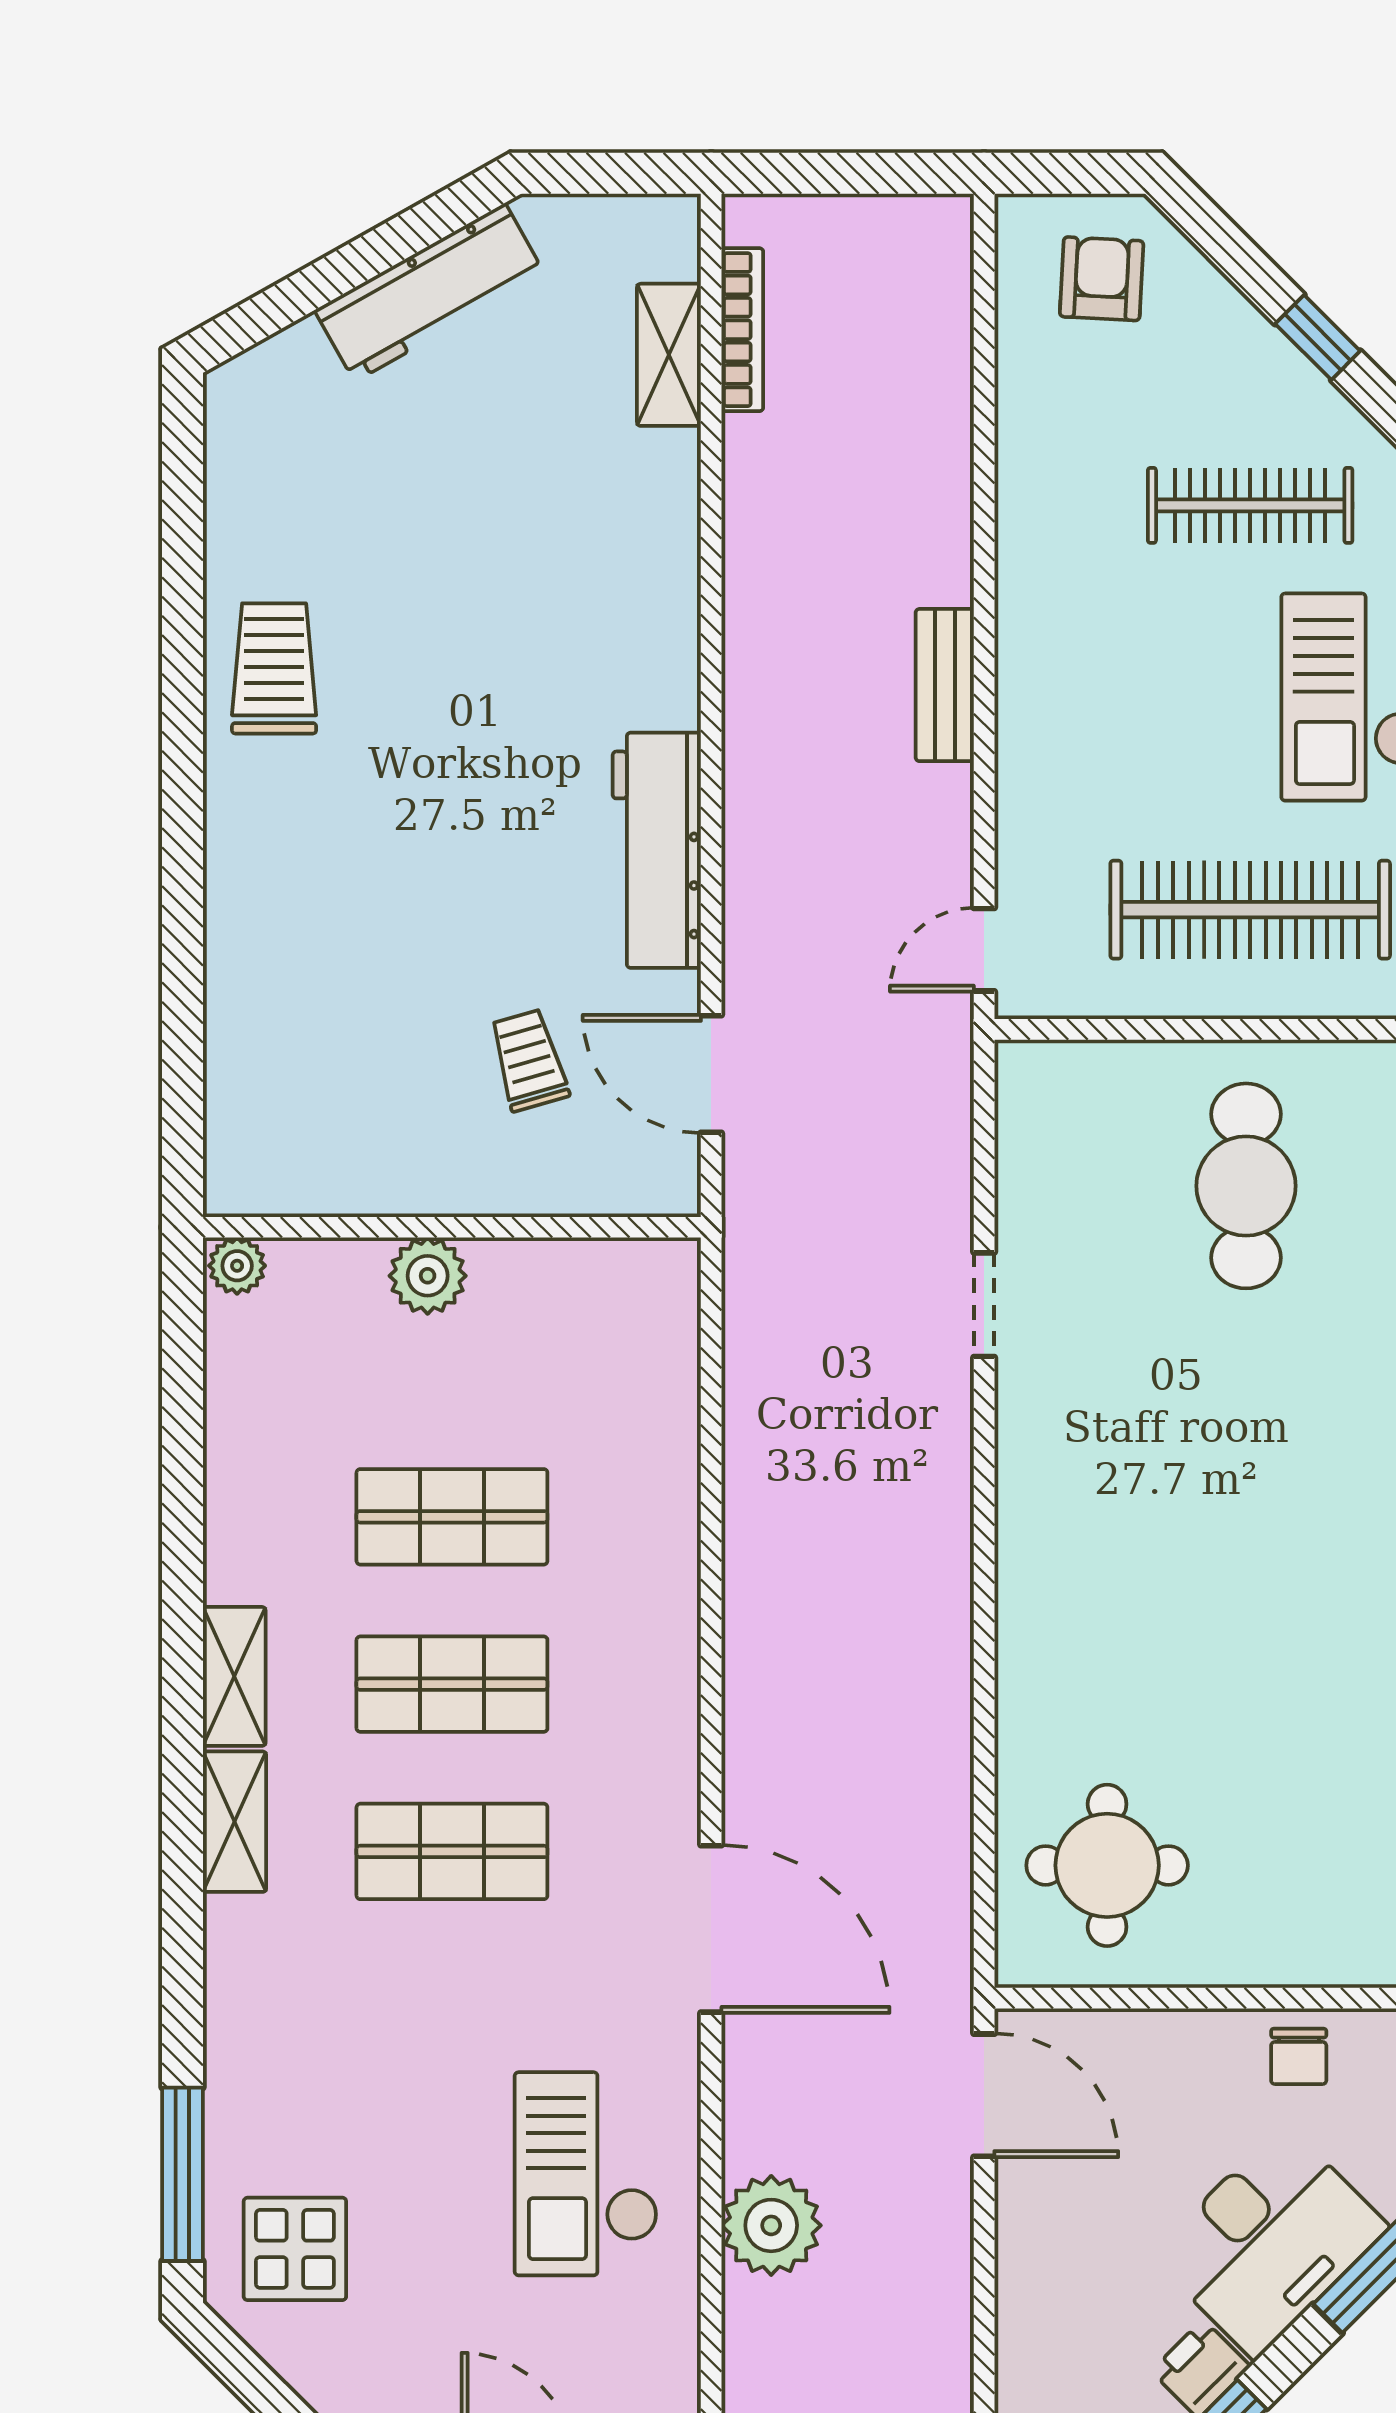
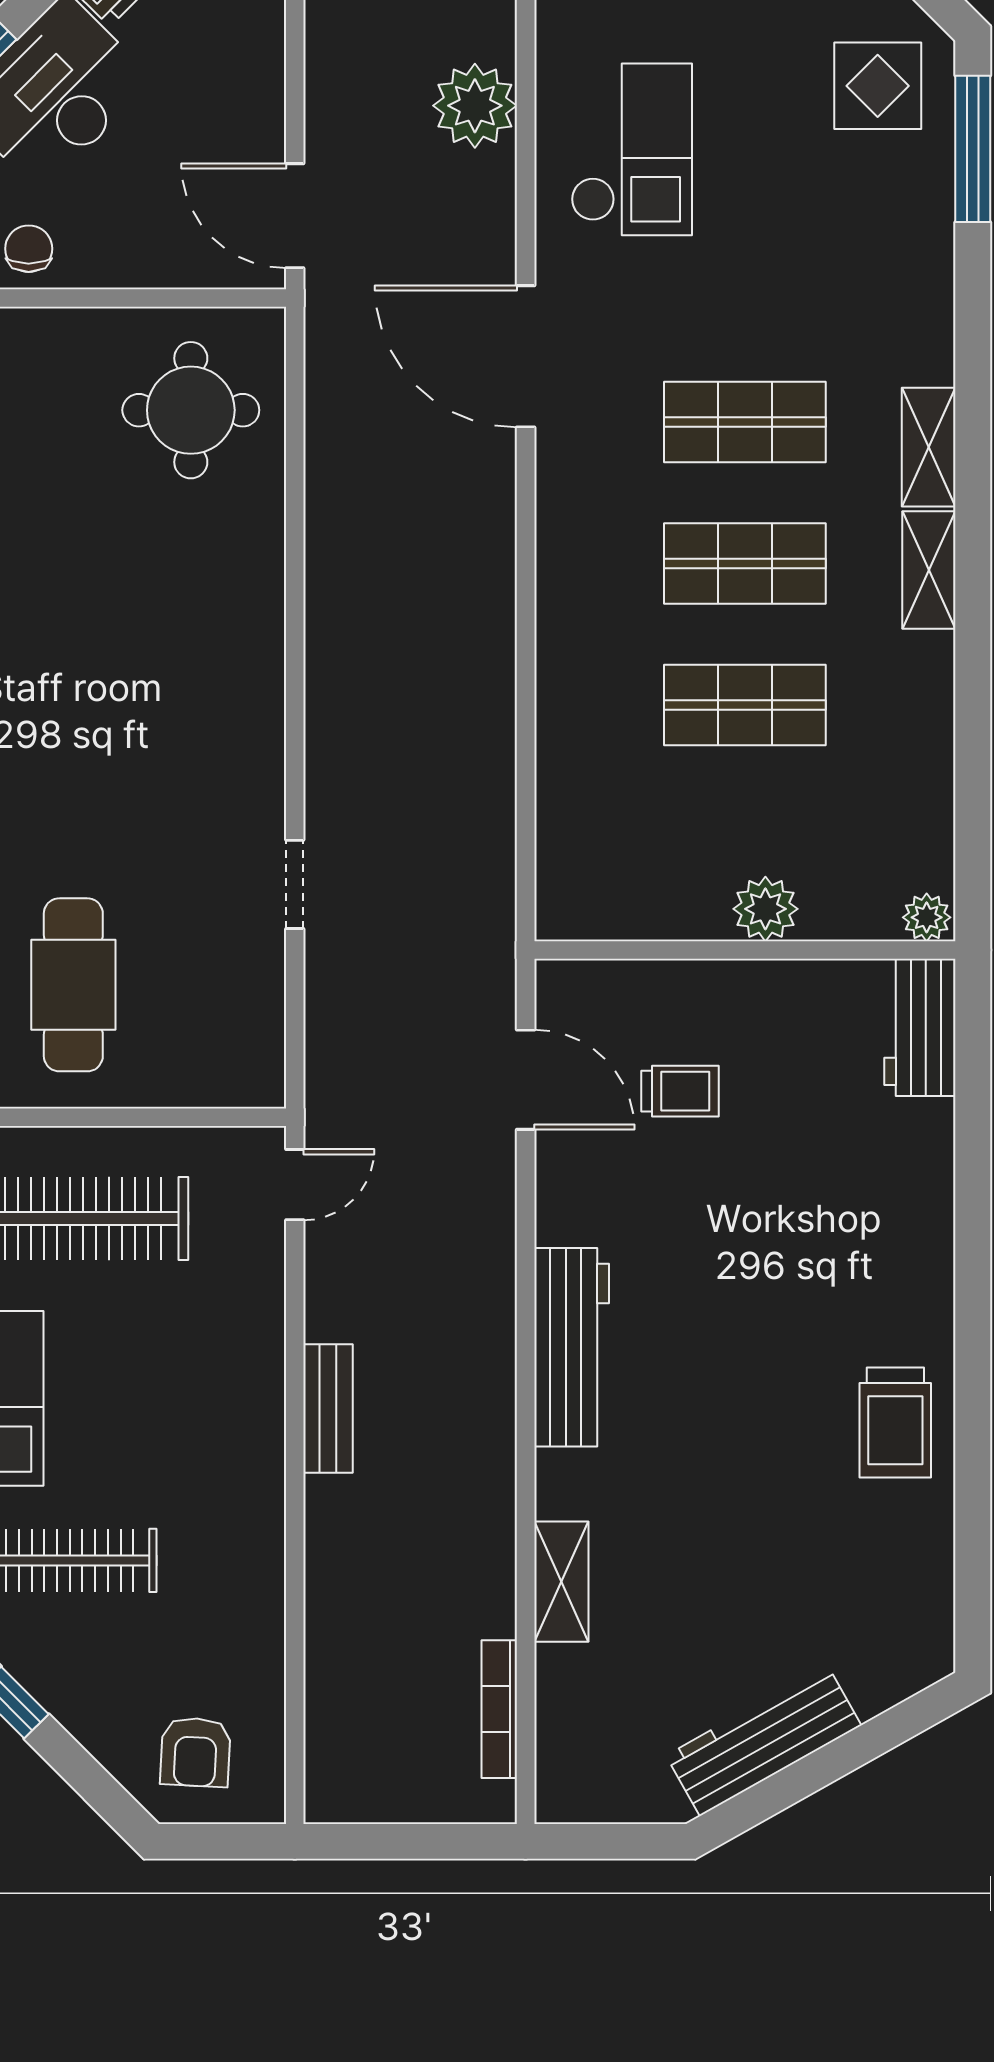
shelving: (669, 355) -> (561, 1582), moved
workbench: (657, 850) -> (572, 1347), moved
trolley: (529, 1060) -> (680, 1091), turned -74
workbench: (245, 1136) -> (920, 1027), added

